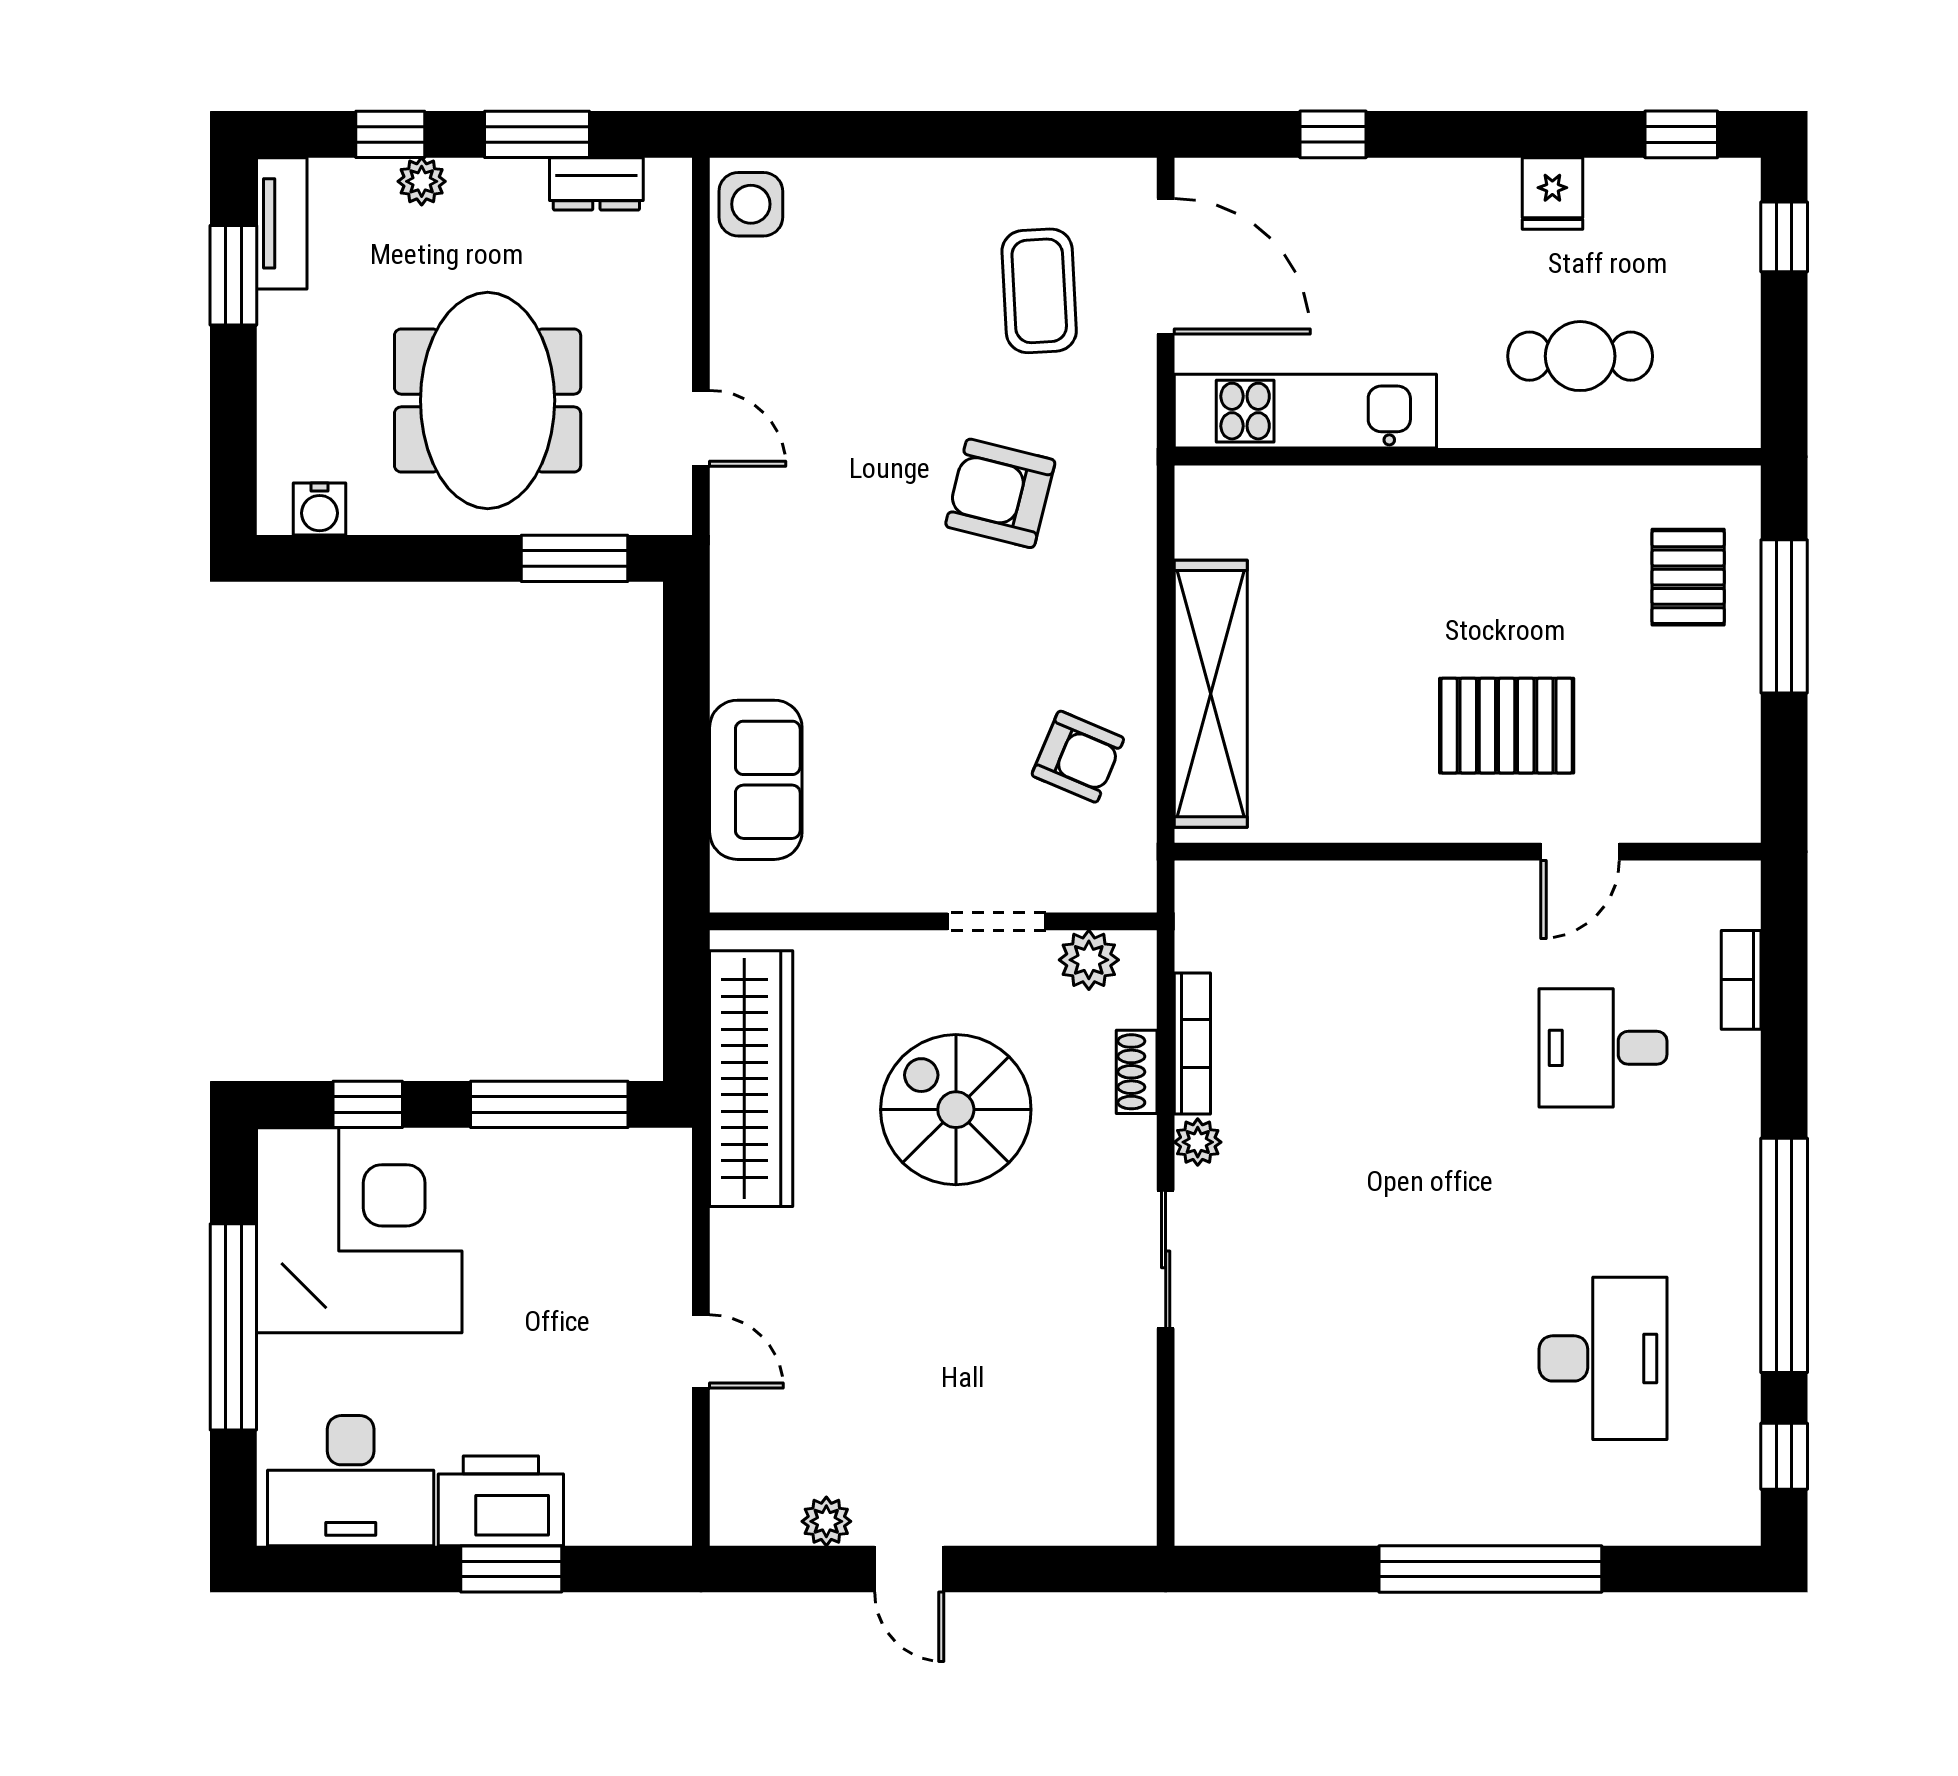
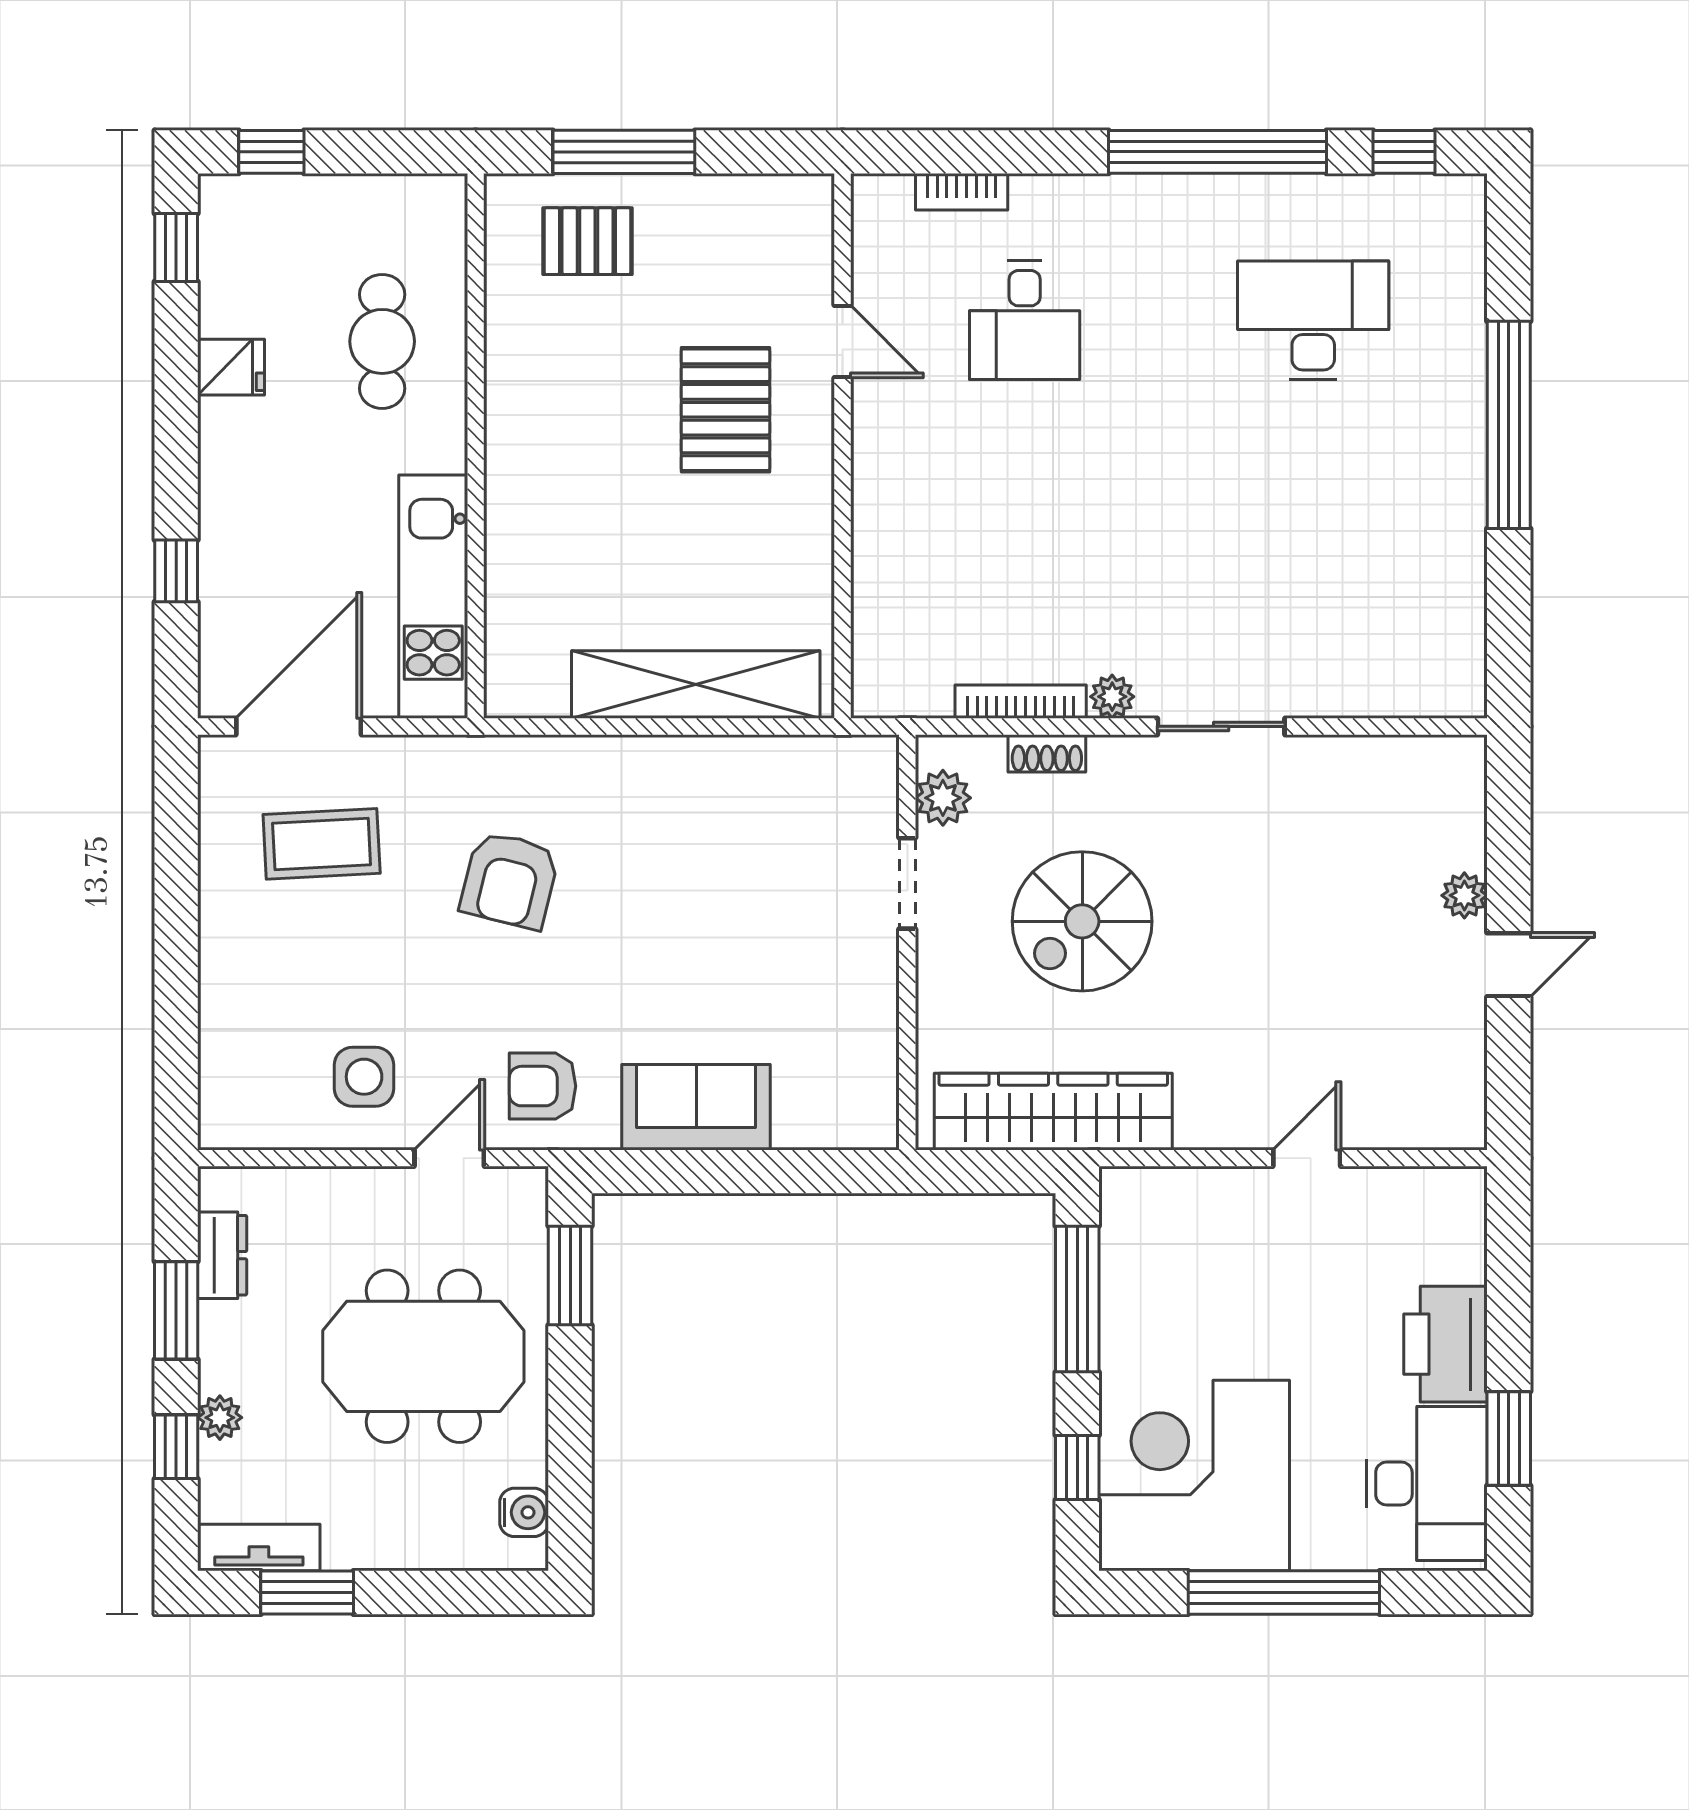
side table: (751, 204) -> (364, 1077), moved
armchair: (1078, 757) -> (543, 1086), moved, turned -113
sofa: (756, 780) -> (696, 1107), moved
plant: (826, 1521) -> (1464, 895), moved
window: (511, 1569) -> (1509, 1439), moved

